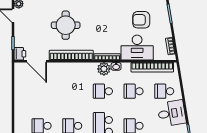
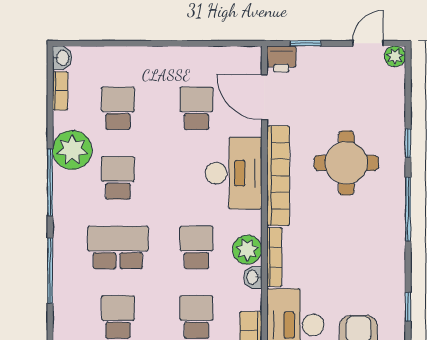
door: (37, 61) -> (264, 97), hinge flipped
desk: (70, 75) -> (234, 173), added
school desk: (42, 91) -> (196, 108), added

